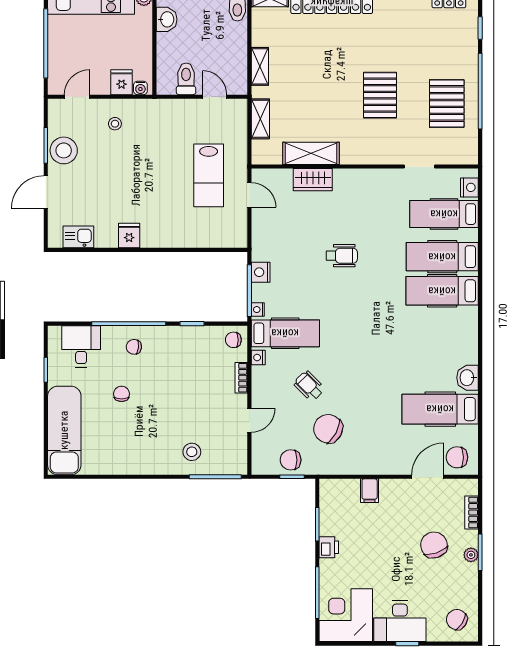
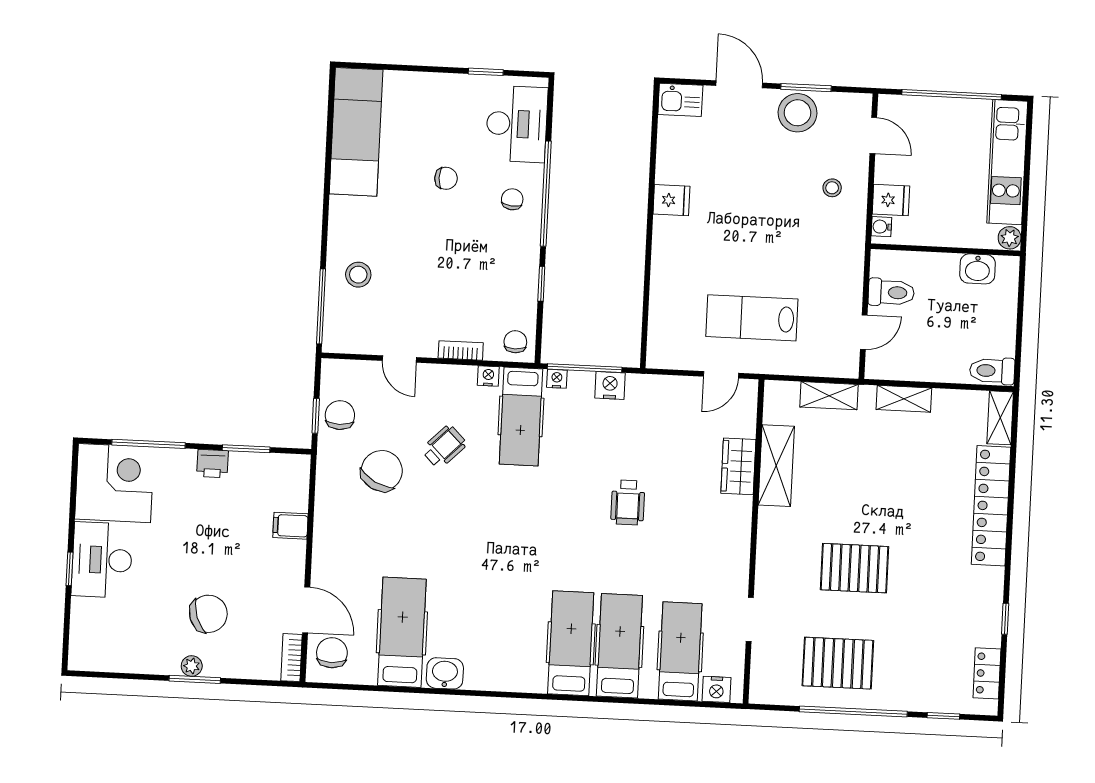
kitchen sink: (78, 237) -> (680, 100), moved, turned 90
desk: (81, 346) -> (517, 124), width x1.37
exam couch: (64, 430) -> (356, 132), moved, turned -90
bookcase: (472, 513) -> (292, 658), moved, turned -90
chair: (457, 620) -> (100, 641), removed

